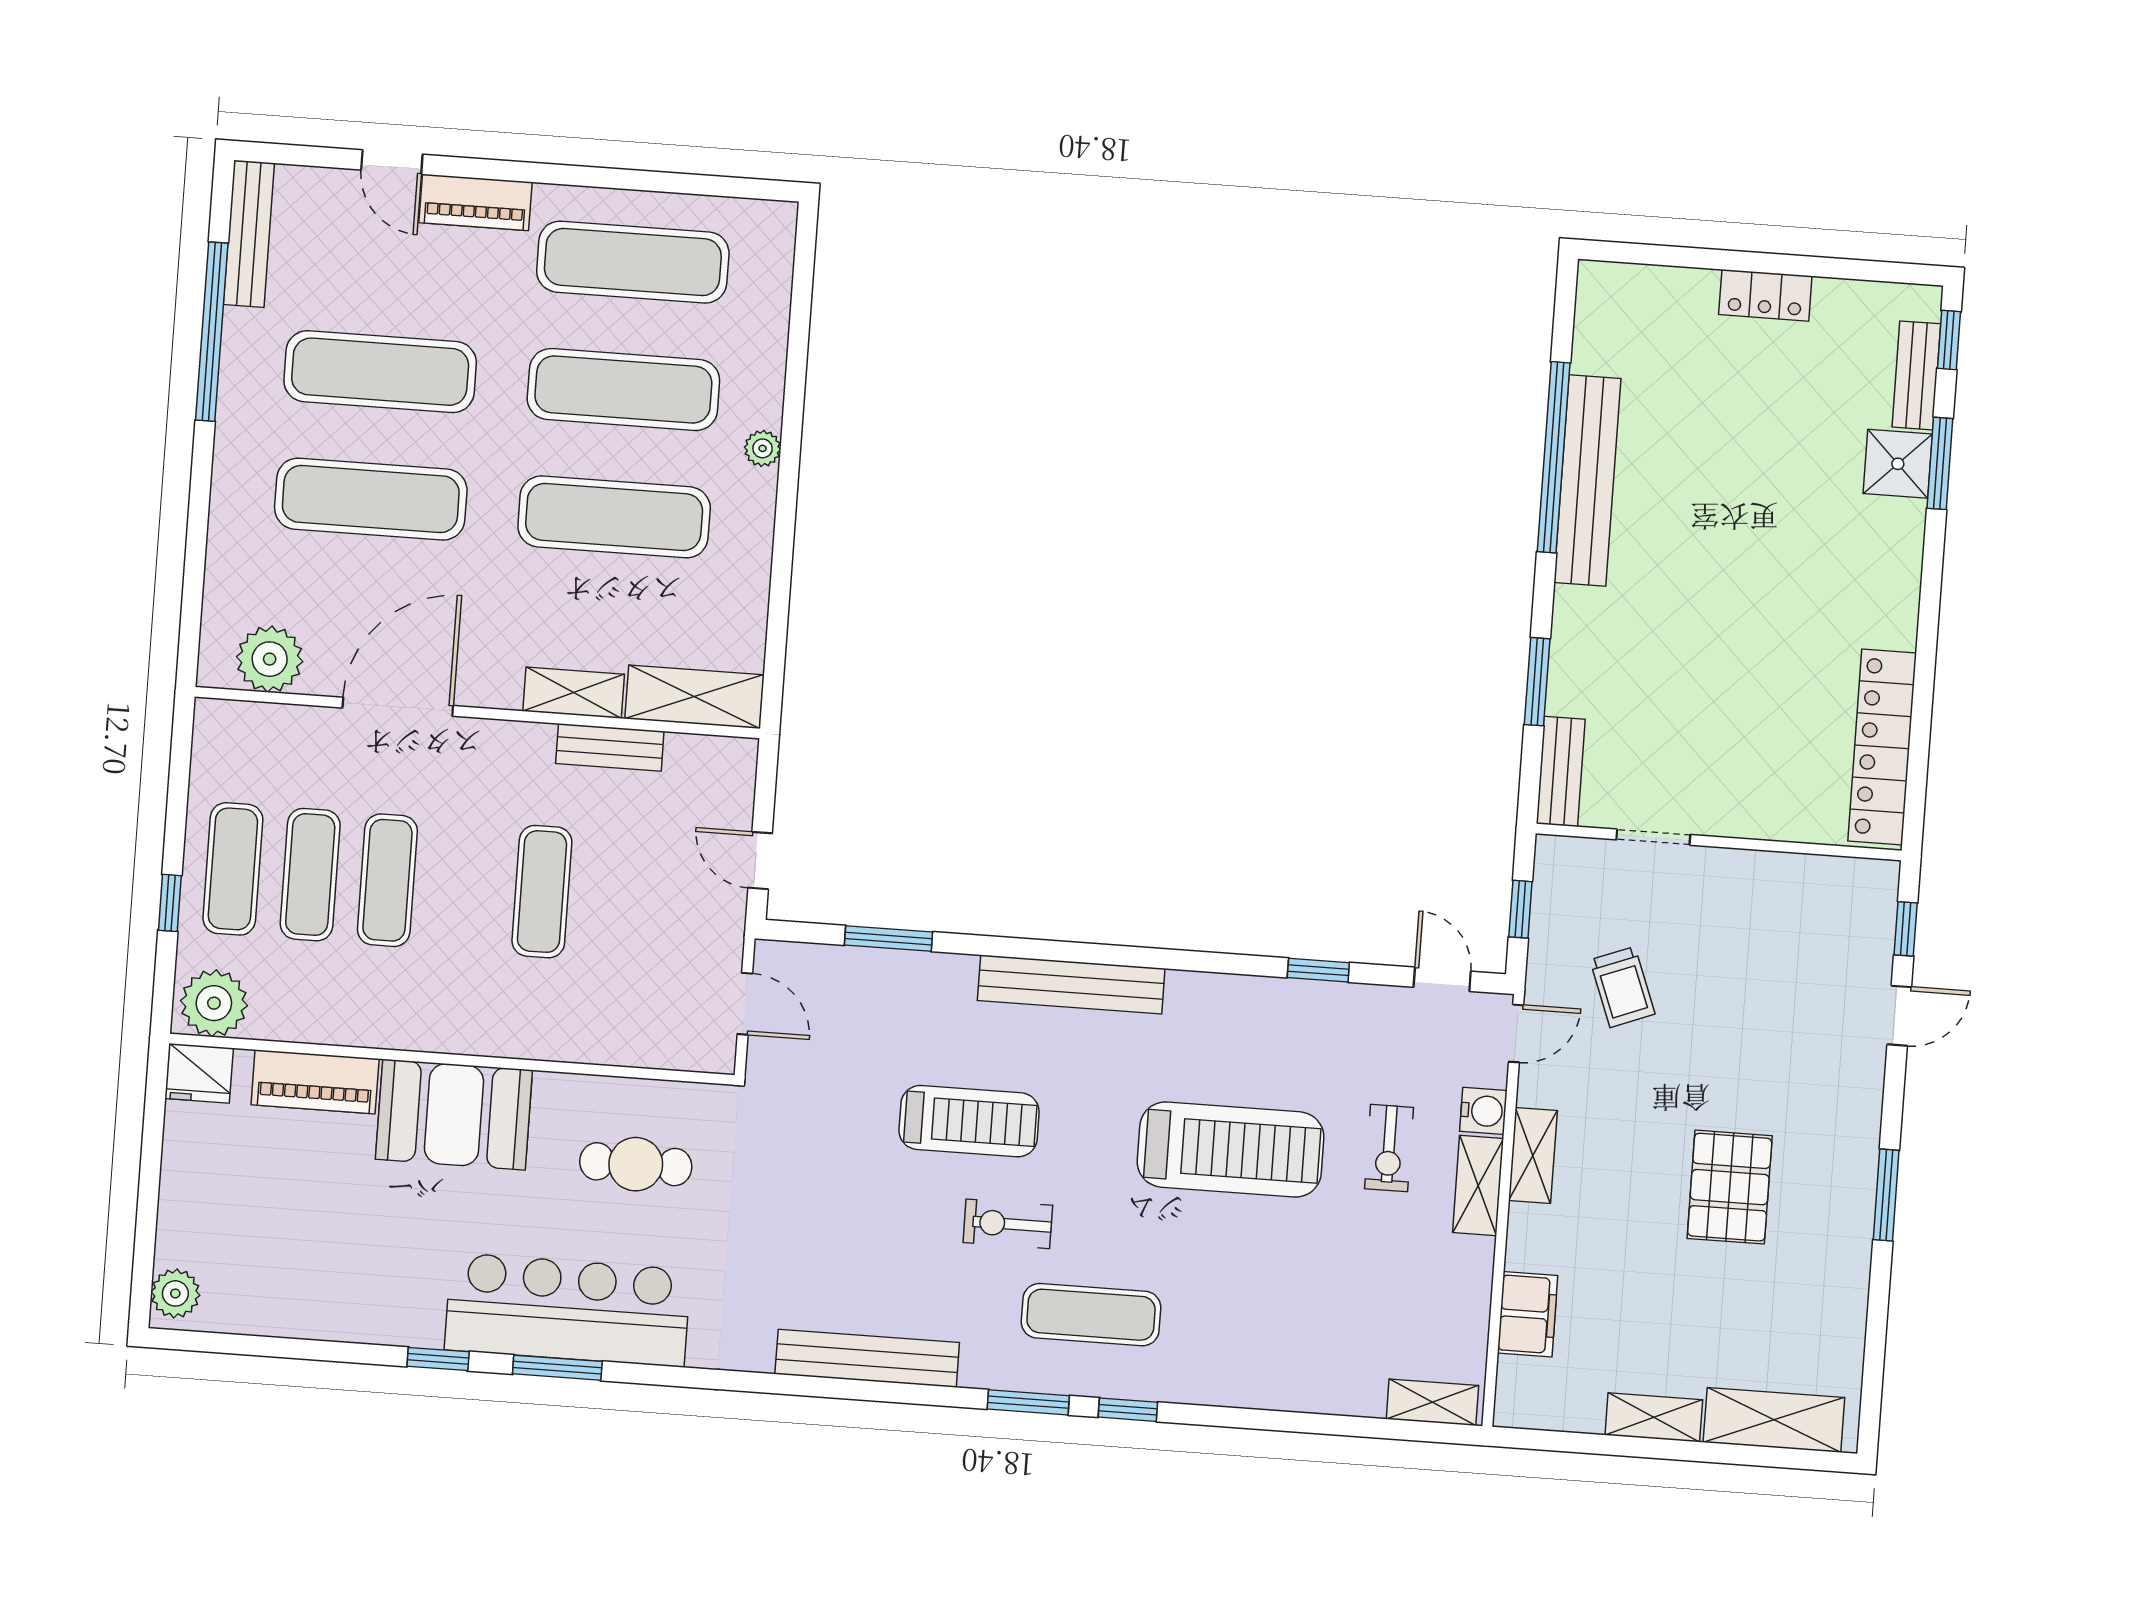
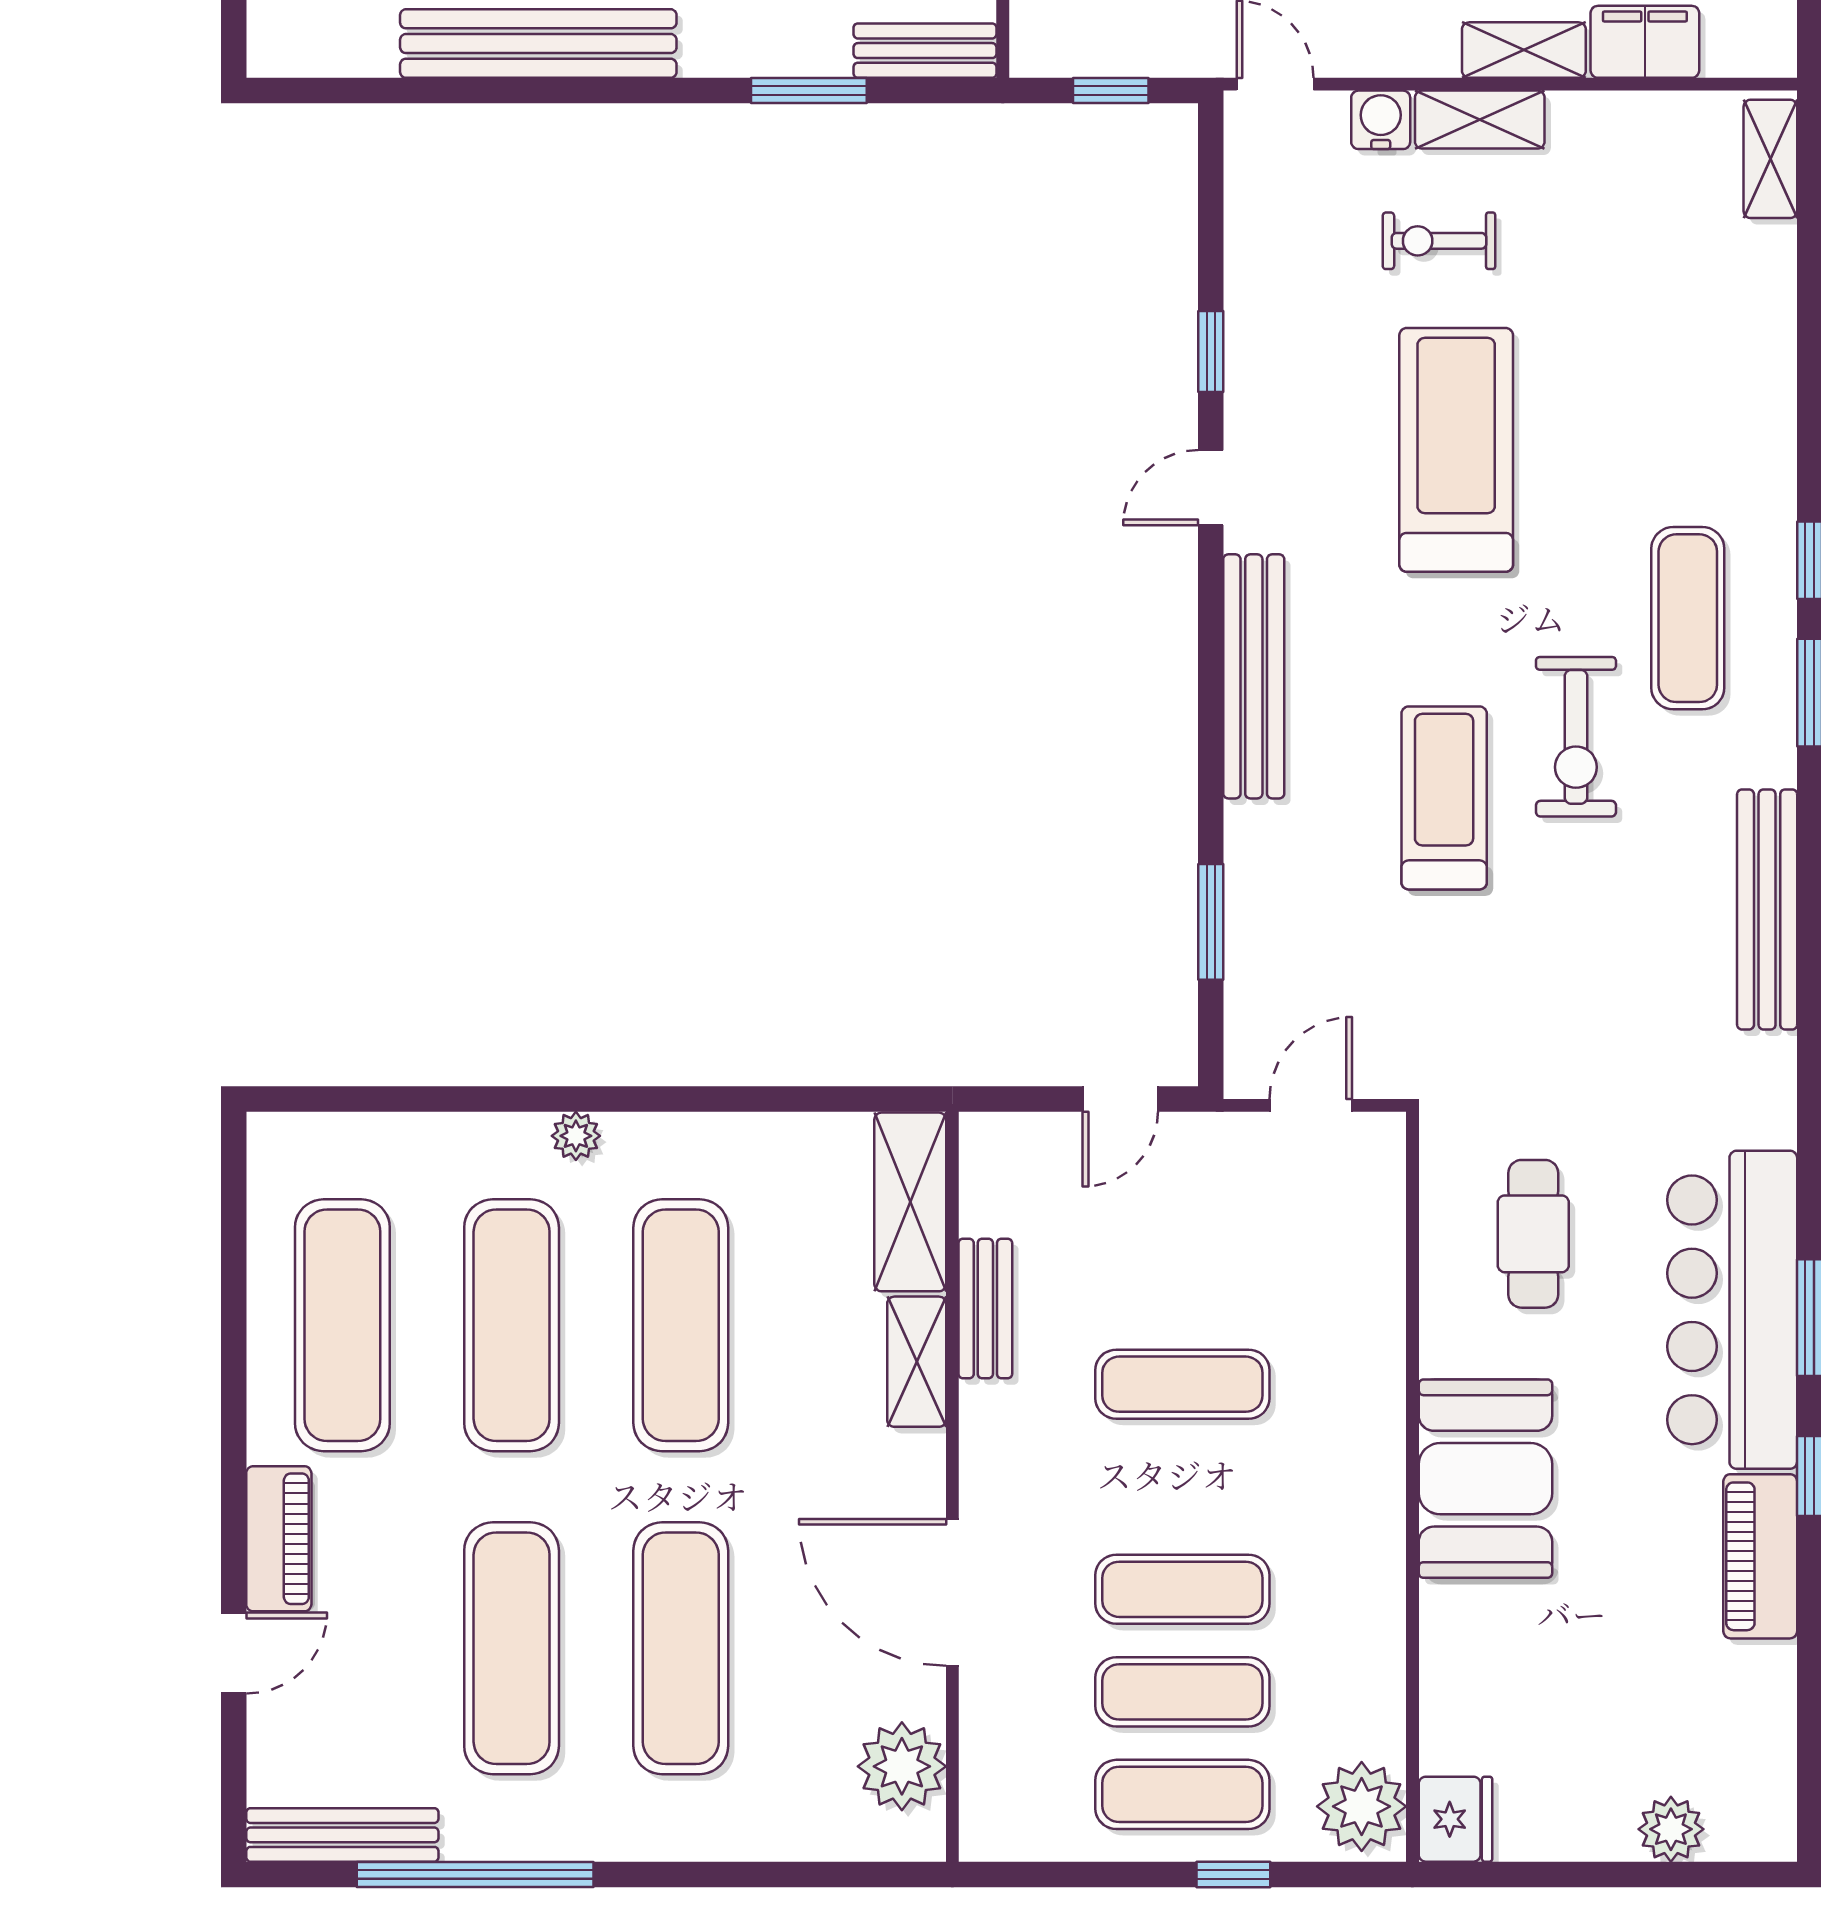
window: (1554, 457) -> (511, 90), removed
door: (1442, 979) -> (1211, 488), moved
piano: (315, 1082) -> (1760, 1556), moved, turned 180
exercise bike: (1389, 1148) -> (1439, 241), turned 180
shelving: (1533, 1156) -> (1524, 50), moved
exercise bike: (1008, 1224) -> (1576, 737), width x1.38, depth x1.39
plant: (175, 1293) -> (1671, 1829), moved

